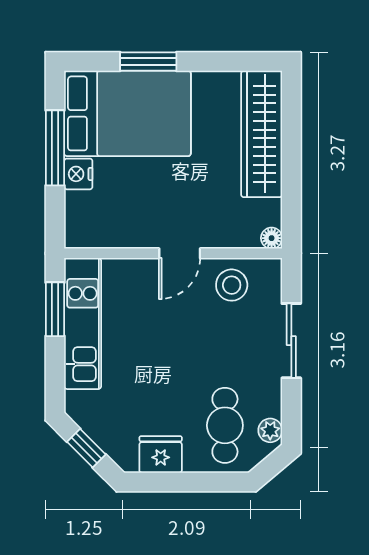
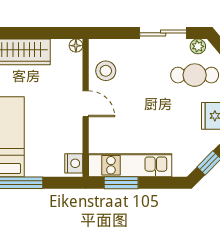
nightstand: (78, 174) -> (74, 163), moved, turned -90
sliding door: (291, 341) -> (163, 33), moved

